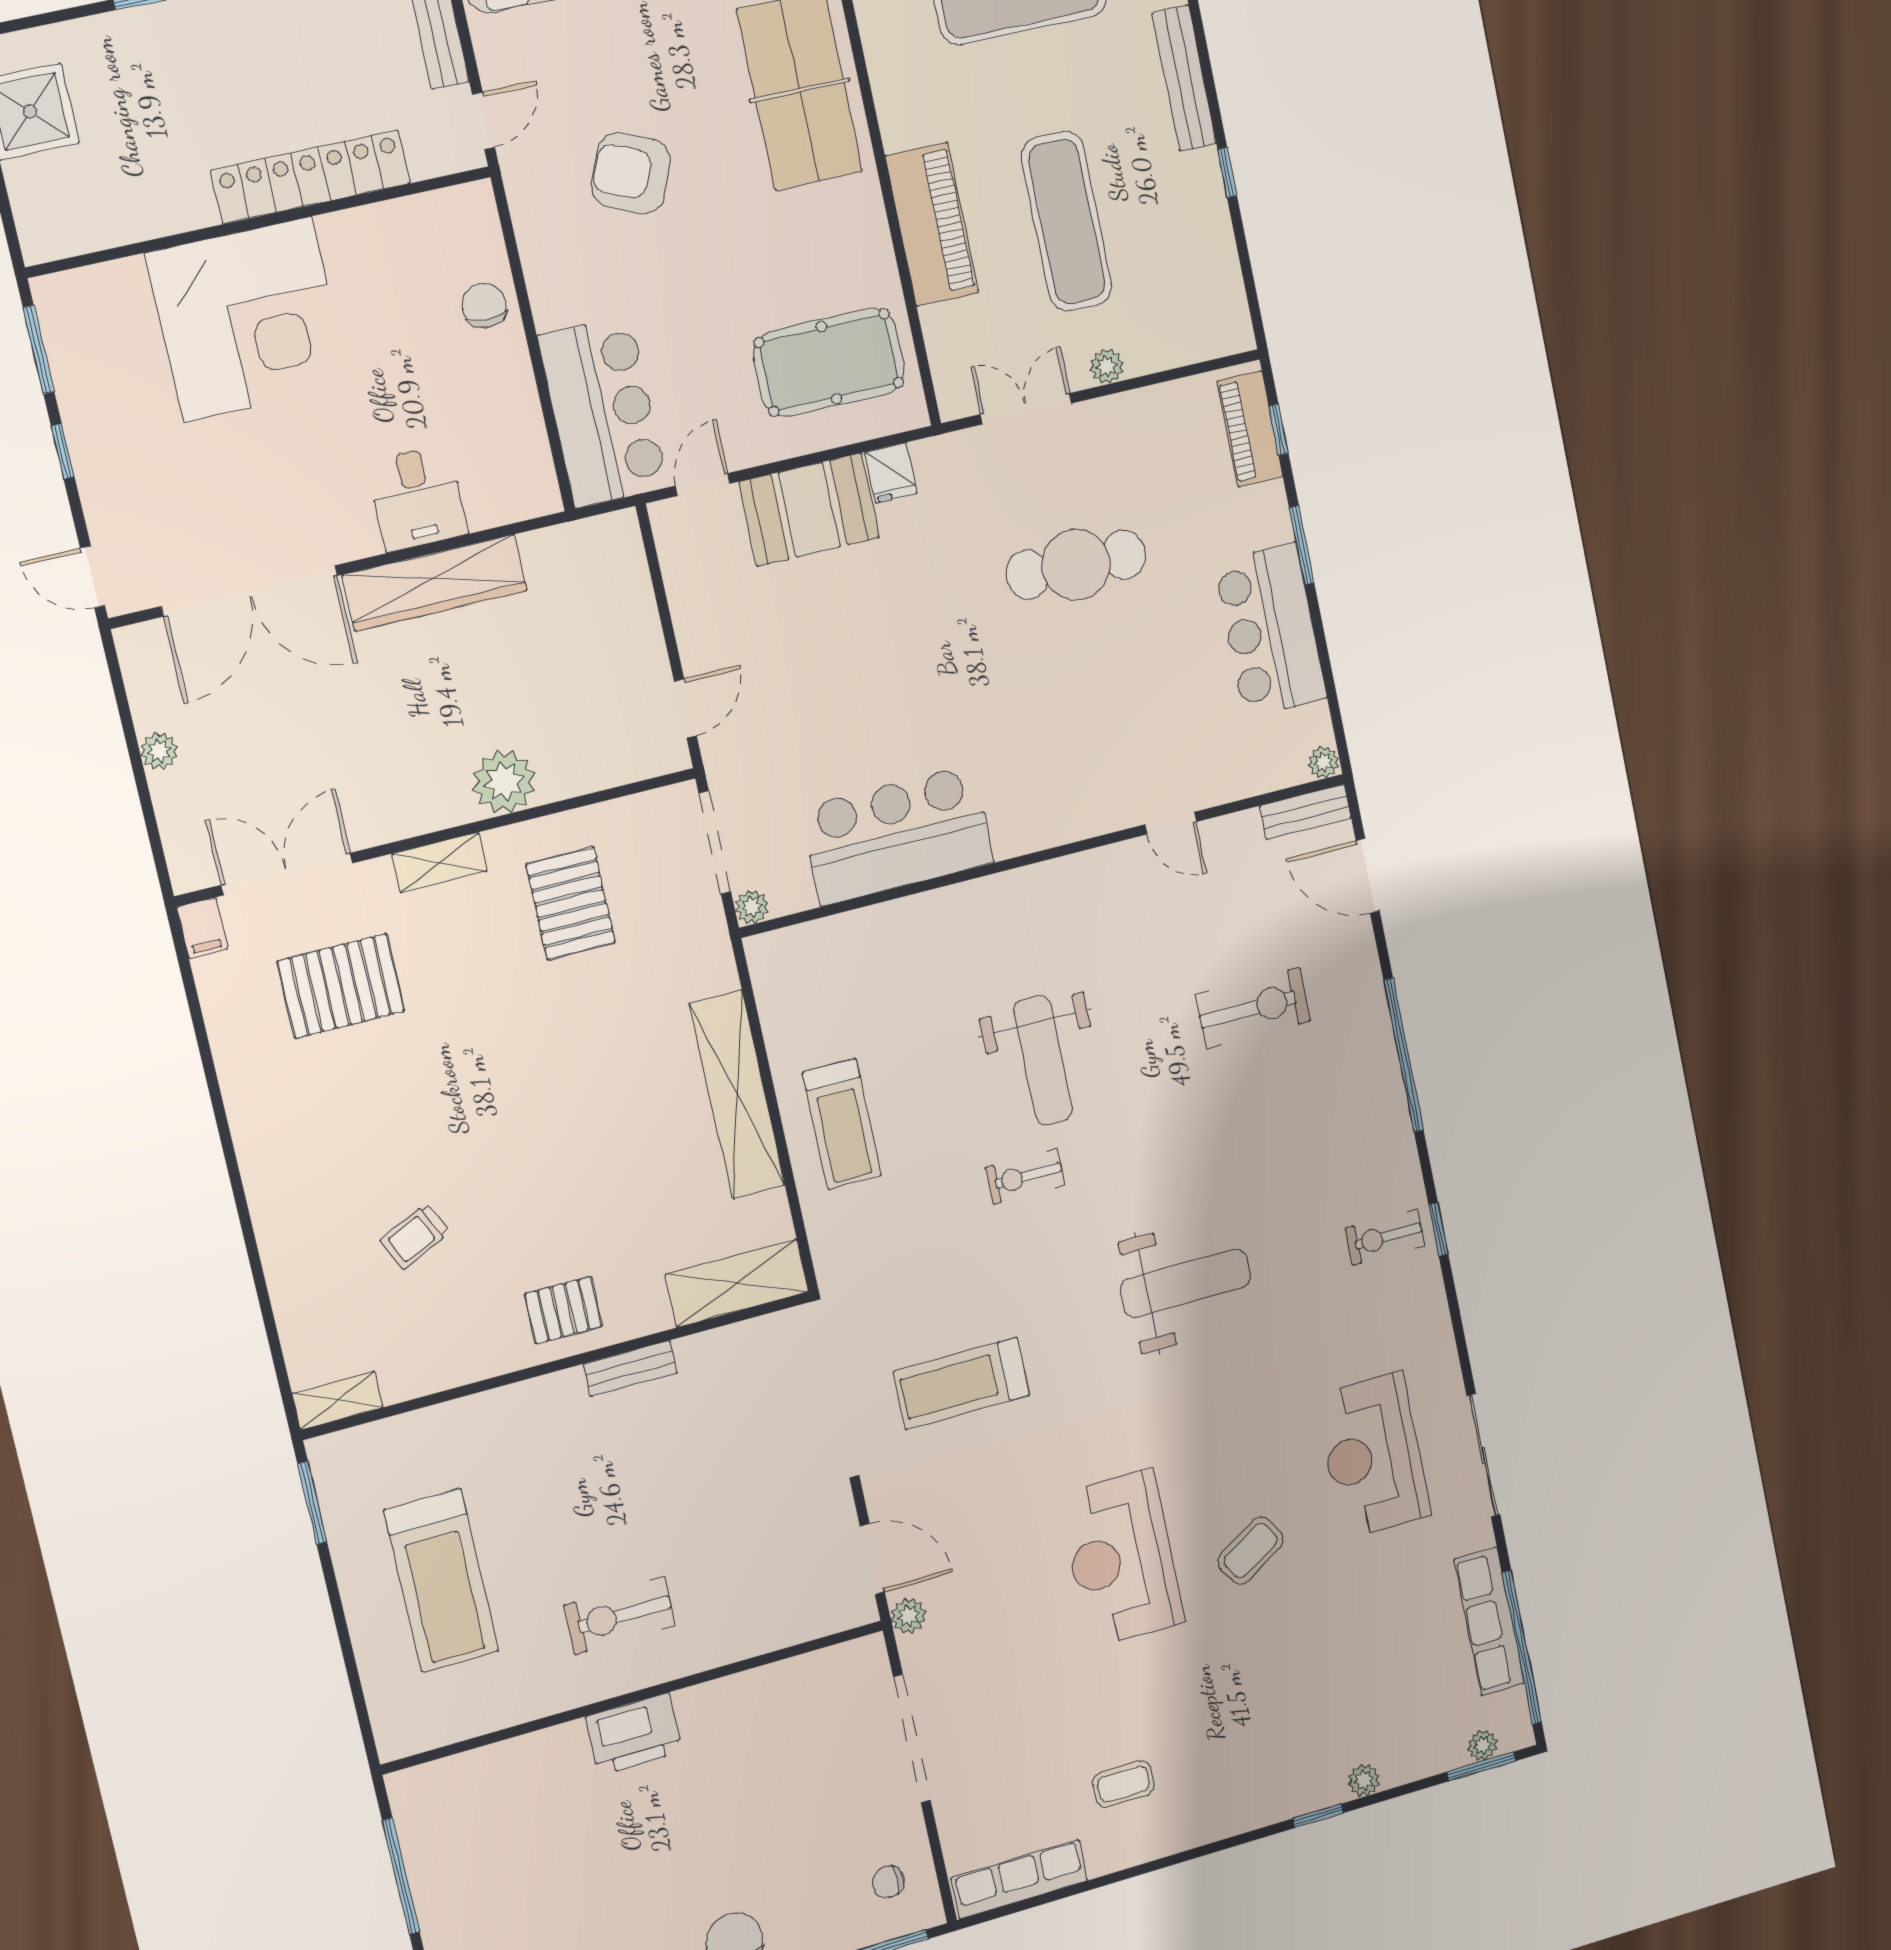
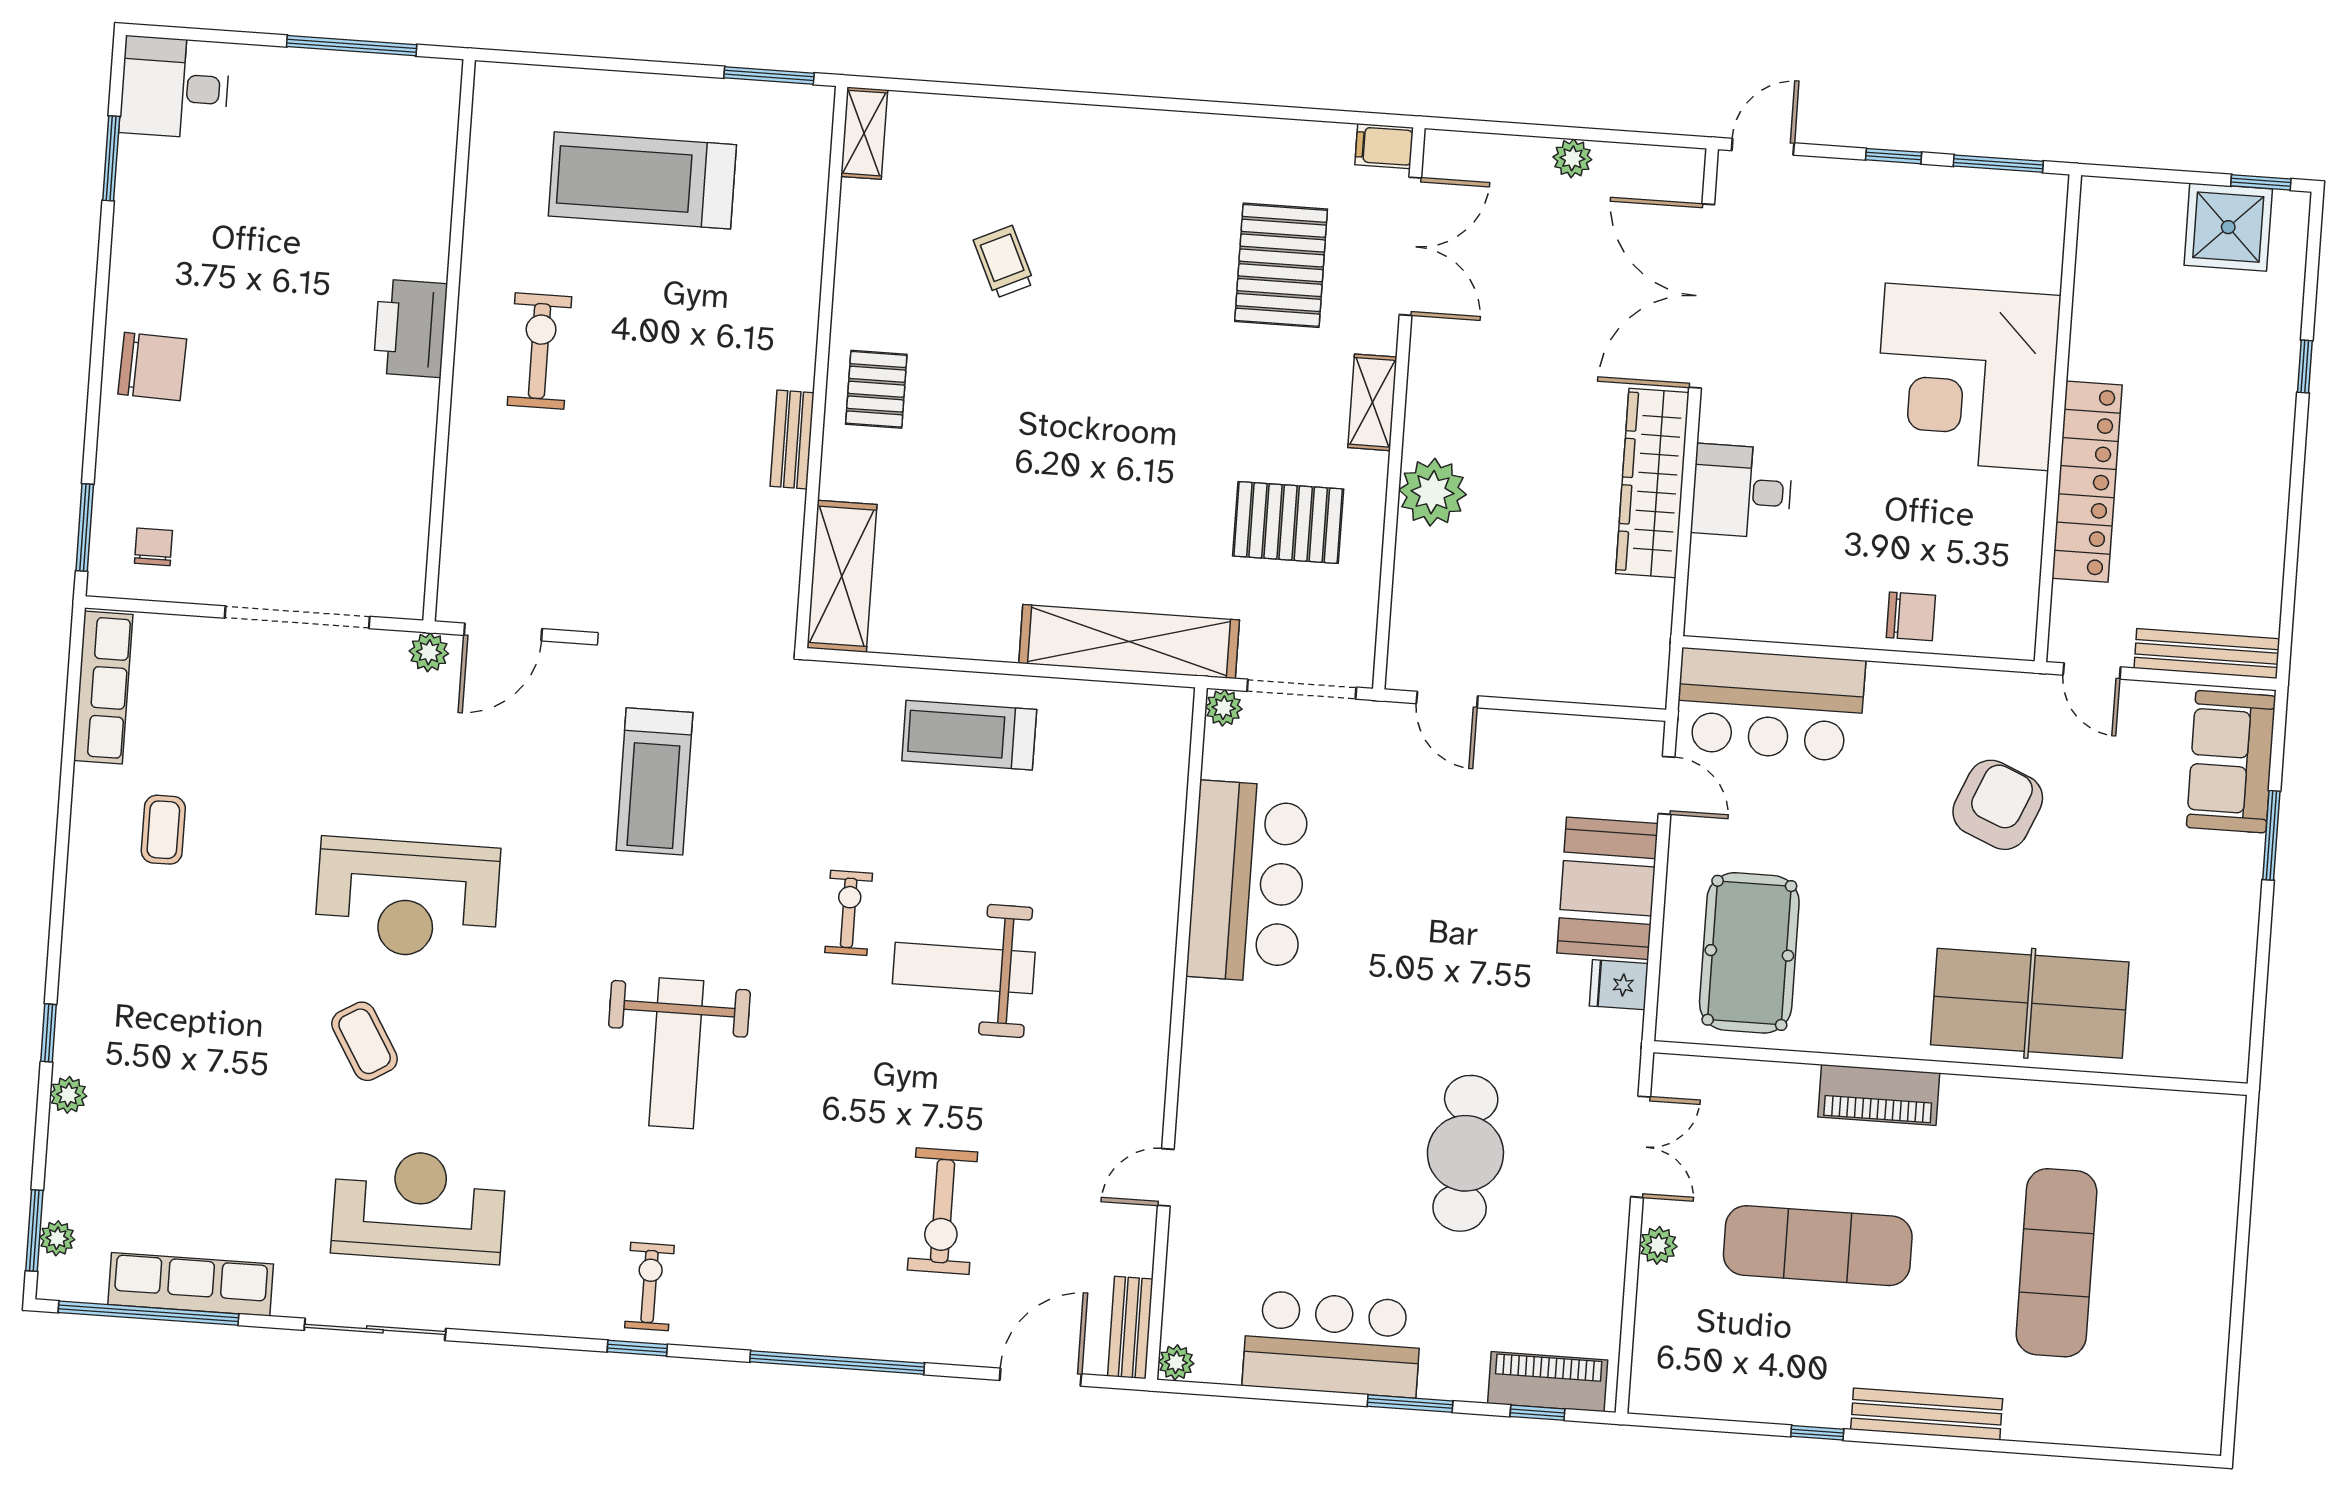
piano: (932, 224) -> (1879, 1095), width x0.73, depth x0.75
shelving: (737, 1094) -> (1129, 642), moved
treadmill: (962, 1383) -> (654, 781), turned 180
reception desk: (1121, 1558) -> (407, 898), turned 180

